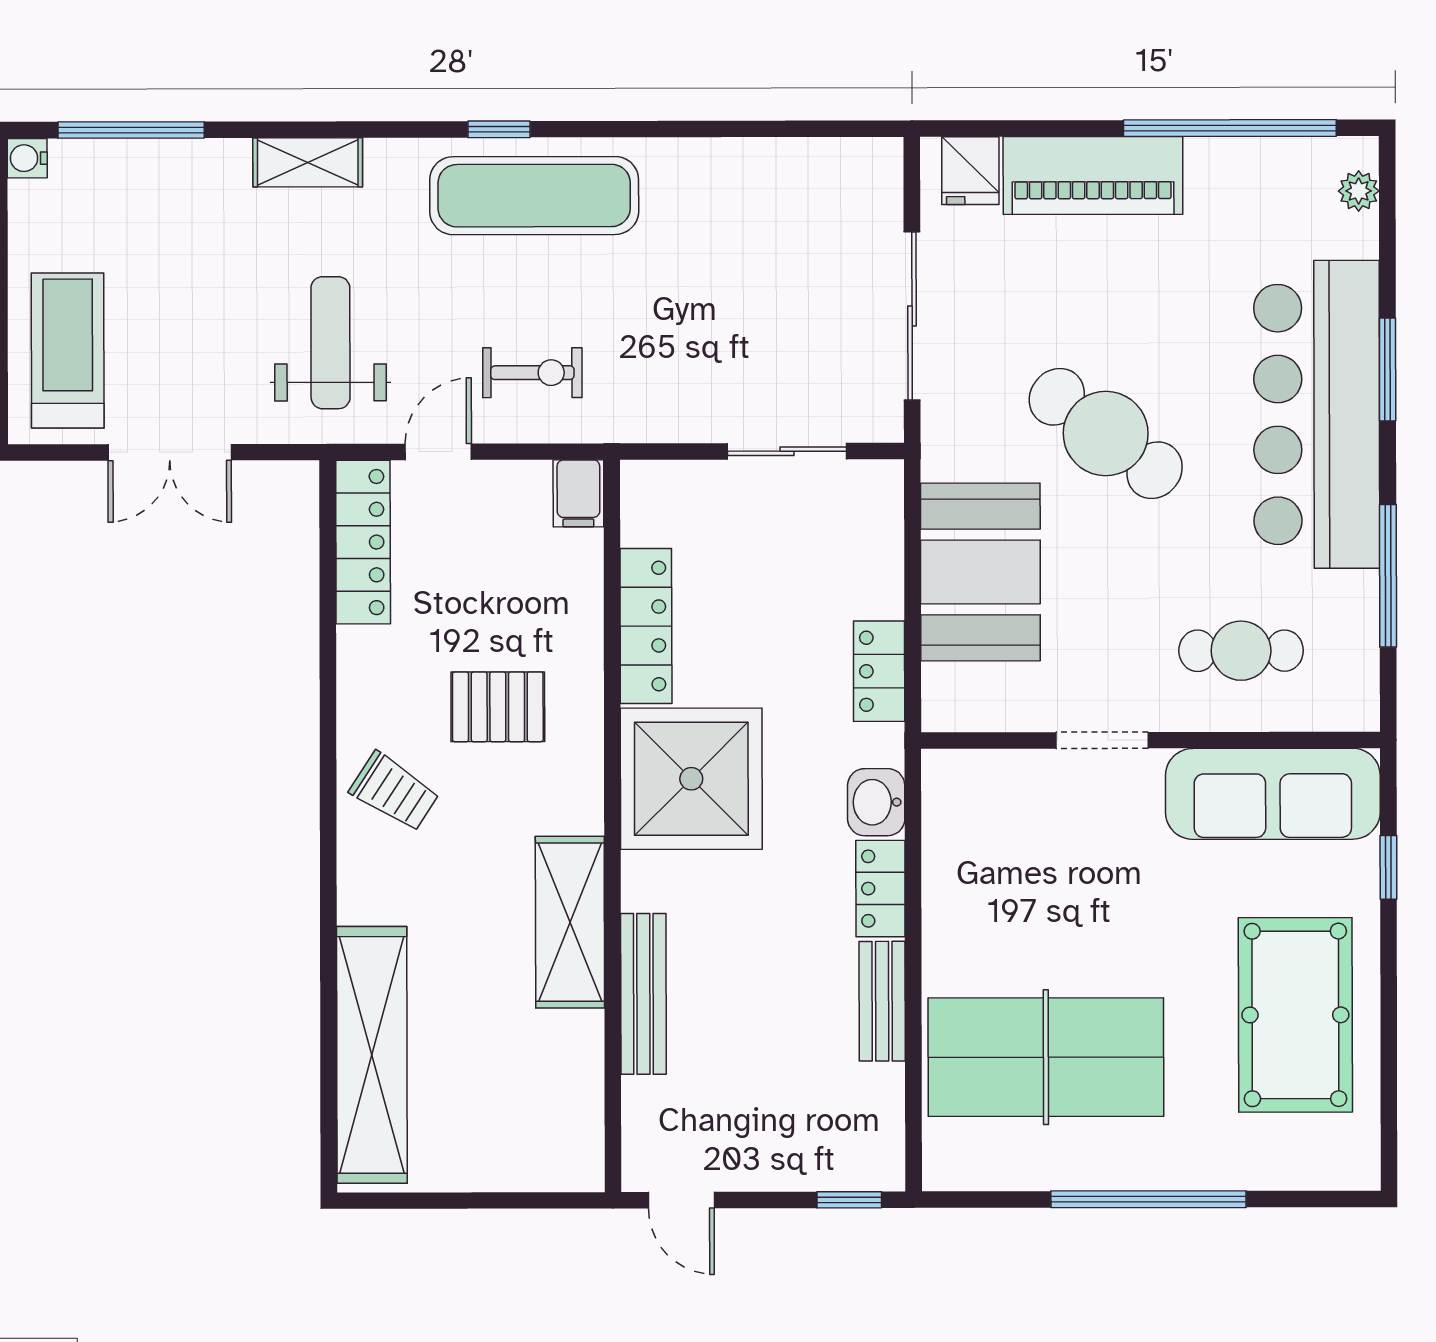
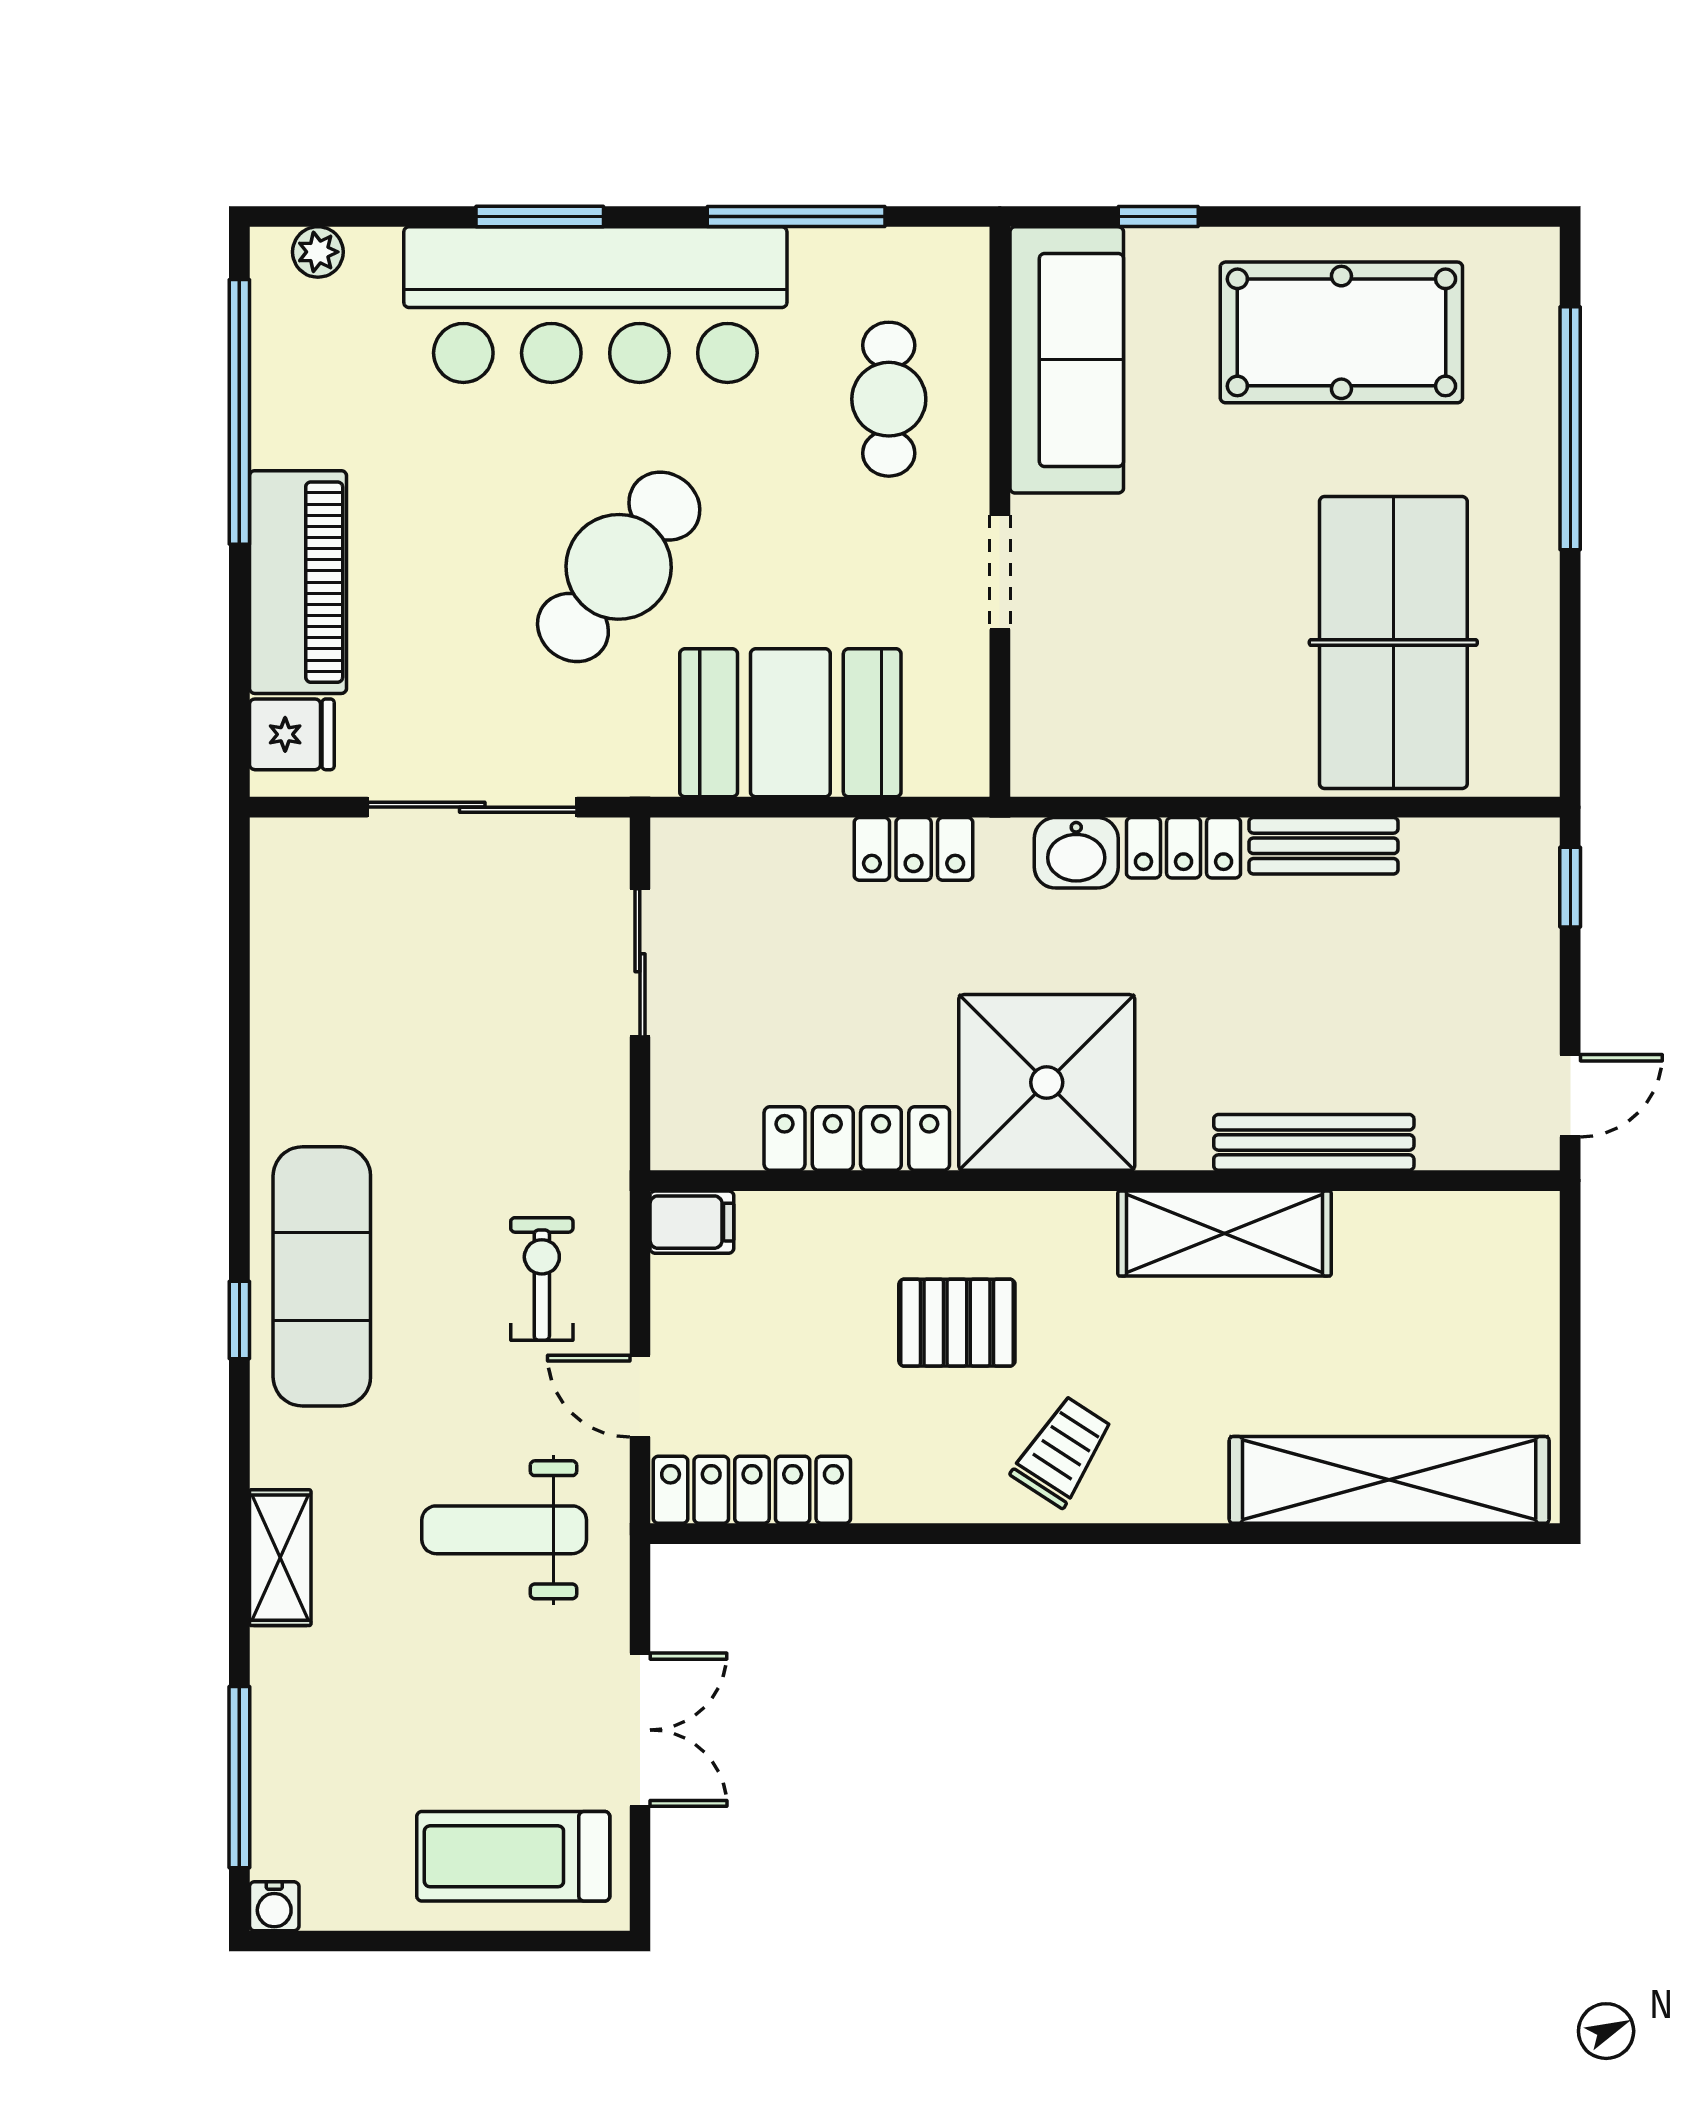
pallet: (498, 707) -> (957, 1323), turned 90
window: (1148, 1199) -> (1570, 428), moved

